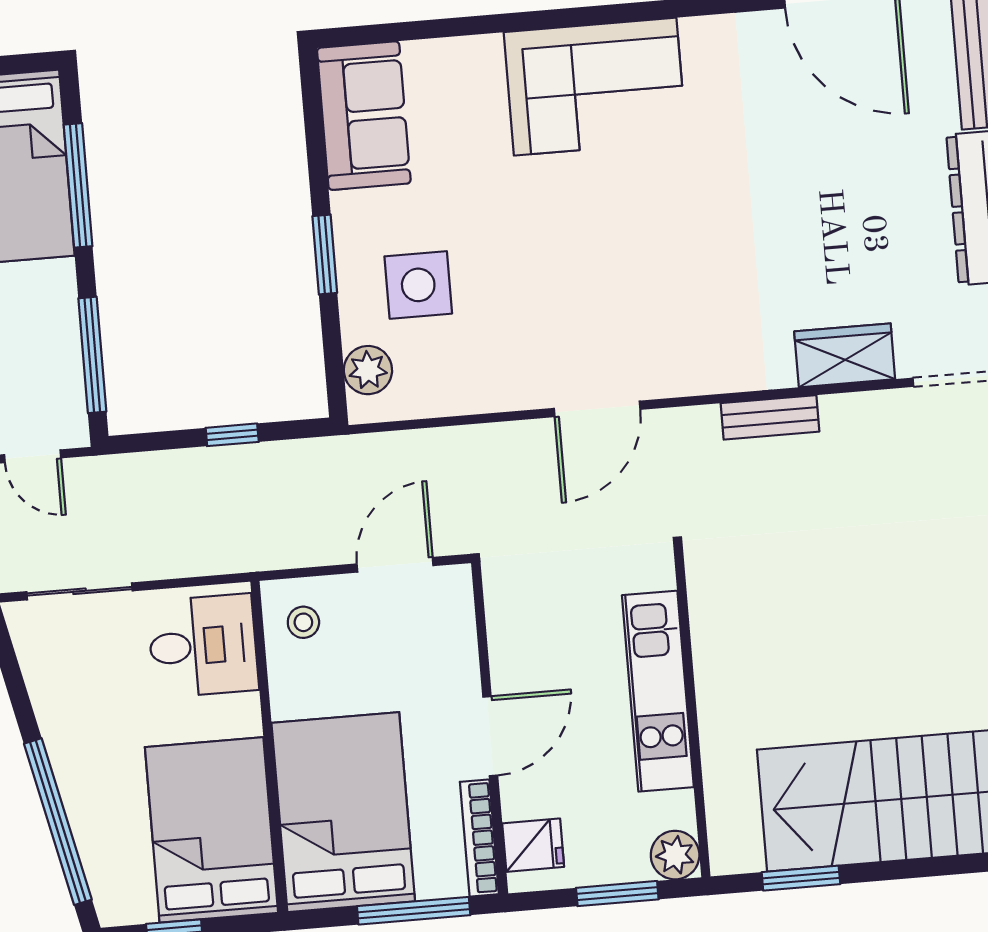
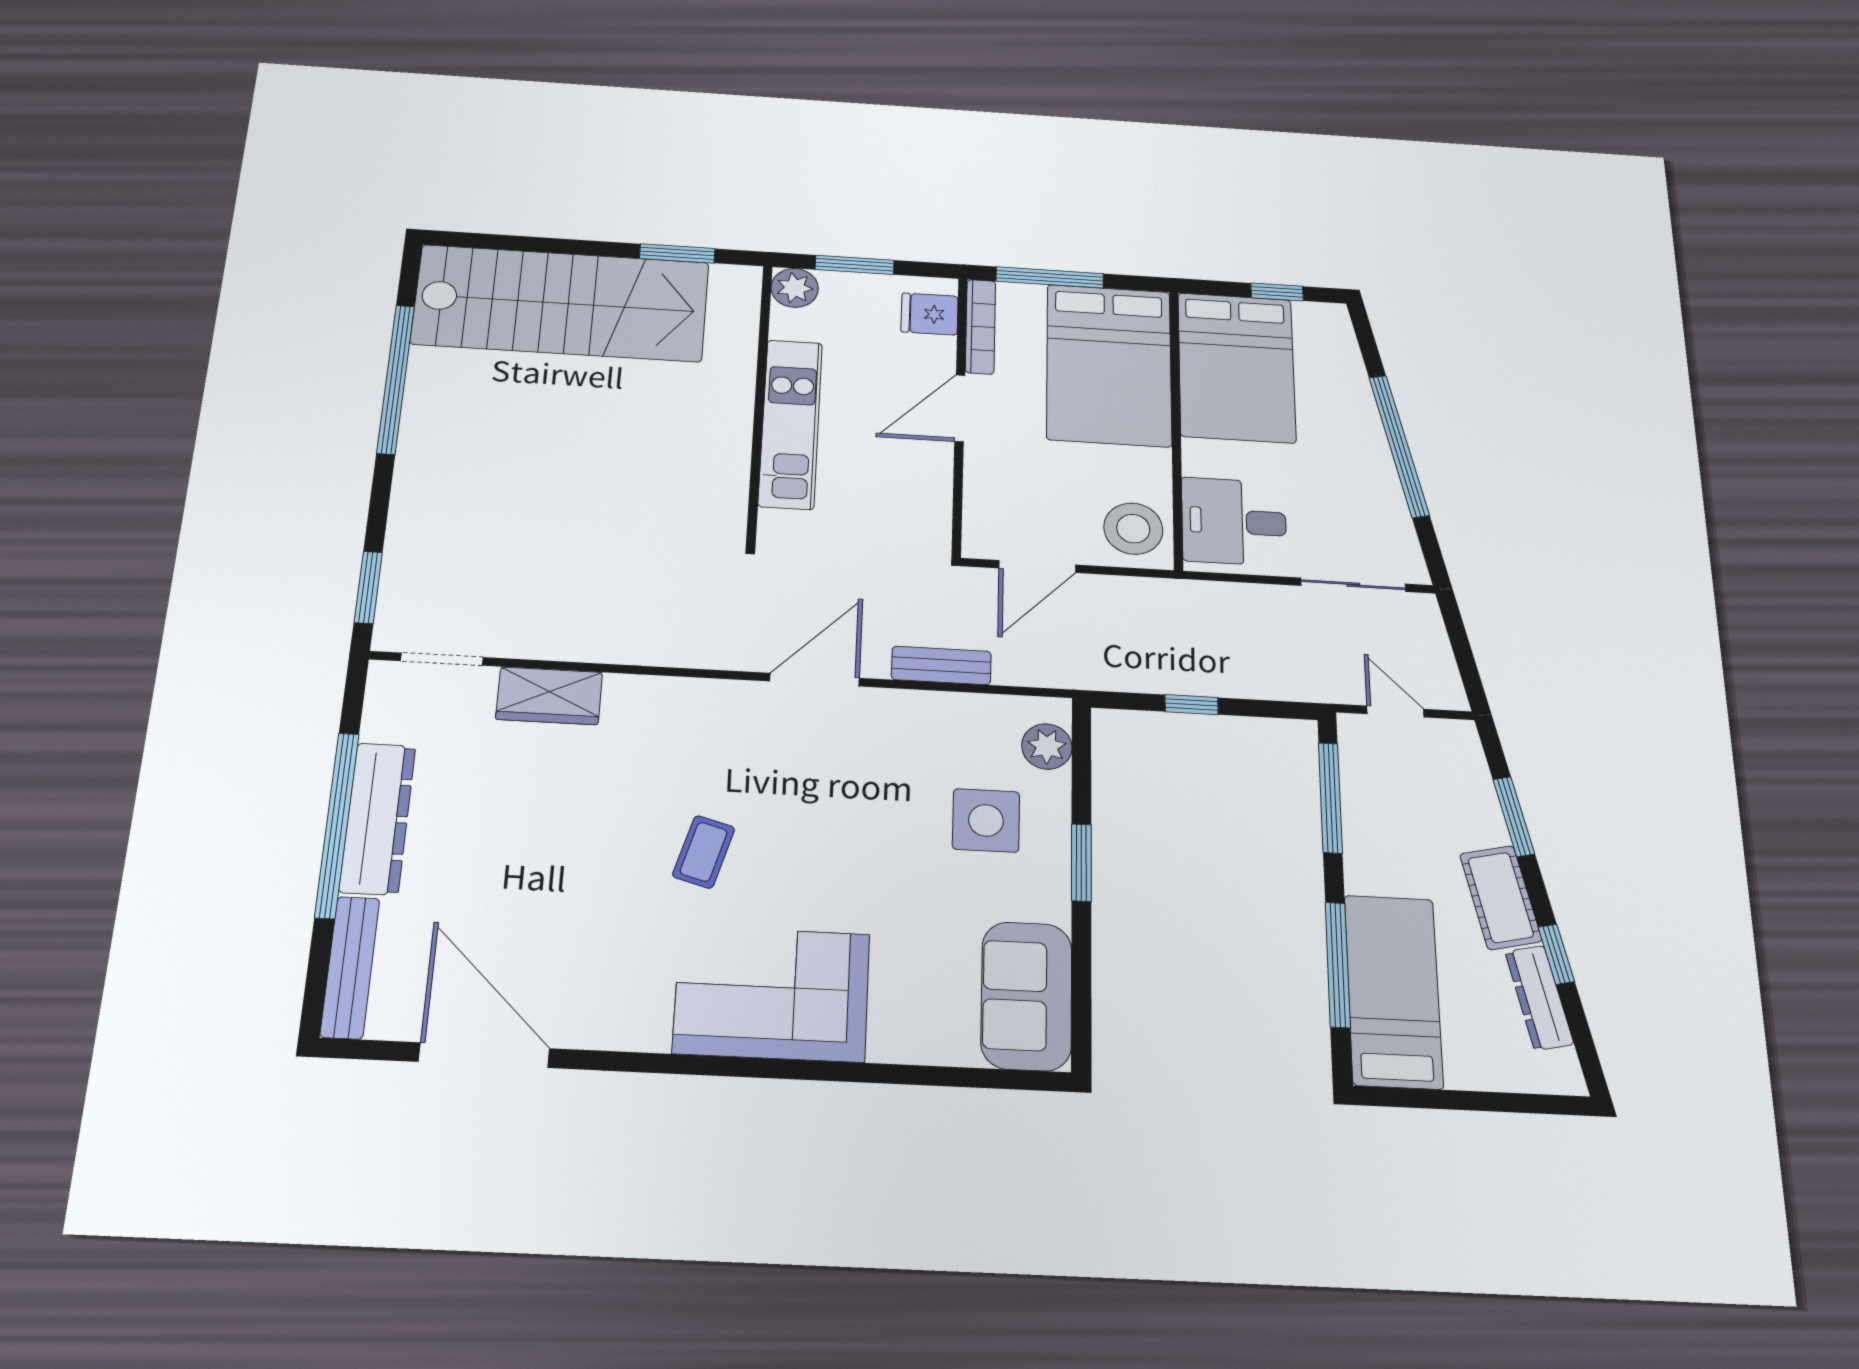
coffee table: (677, 216) -> (704, 852), added
bench: (770, 417) -> (941, 665), moved
stool: (303, 622) -> (1133, 529), width x1.89, depth x1.89
window: (58, 822) -> (1399, 446), moved

